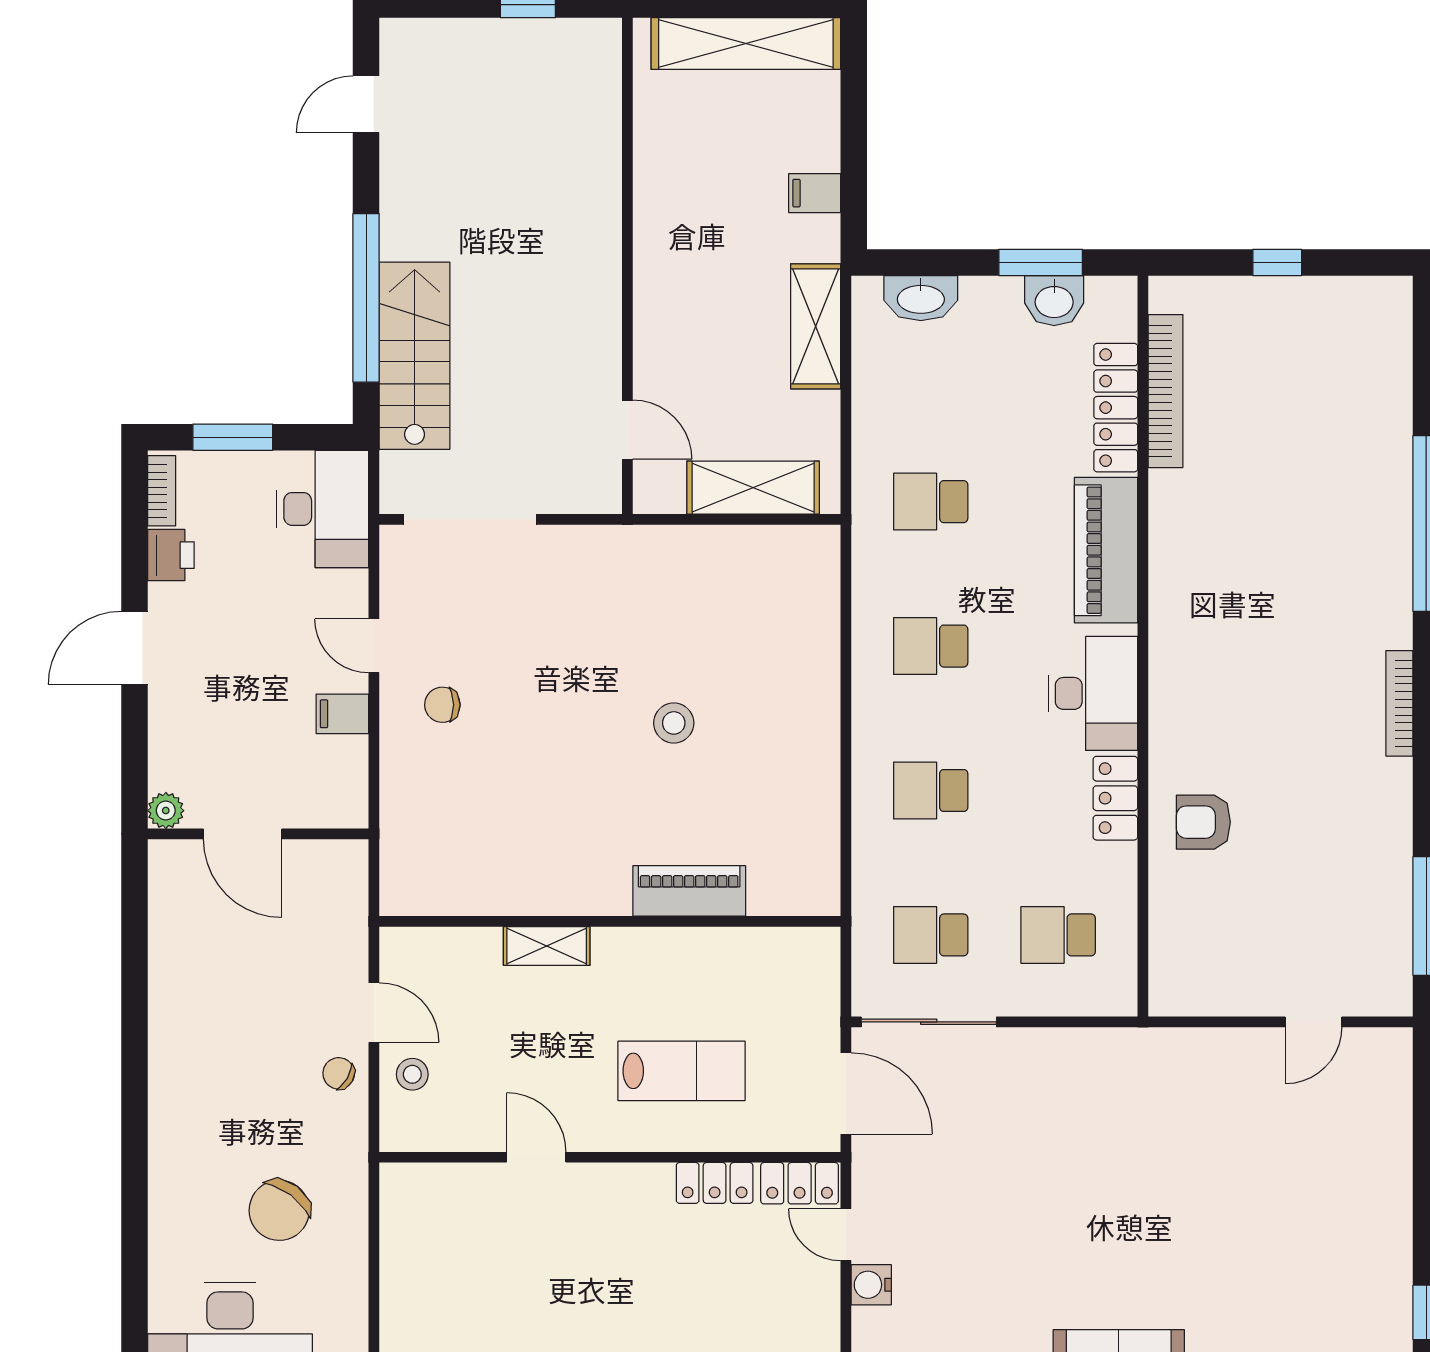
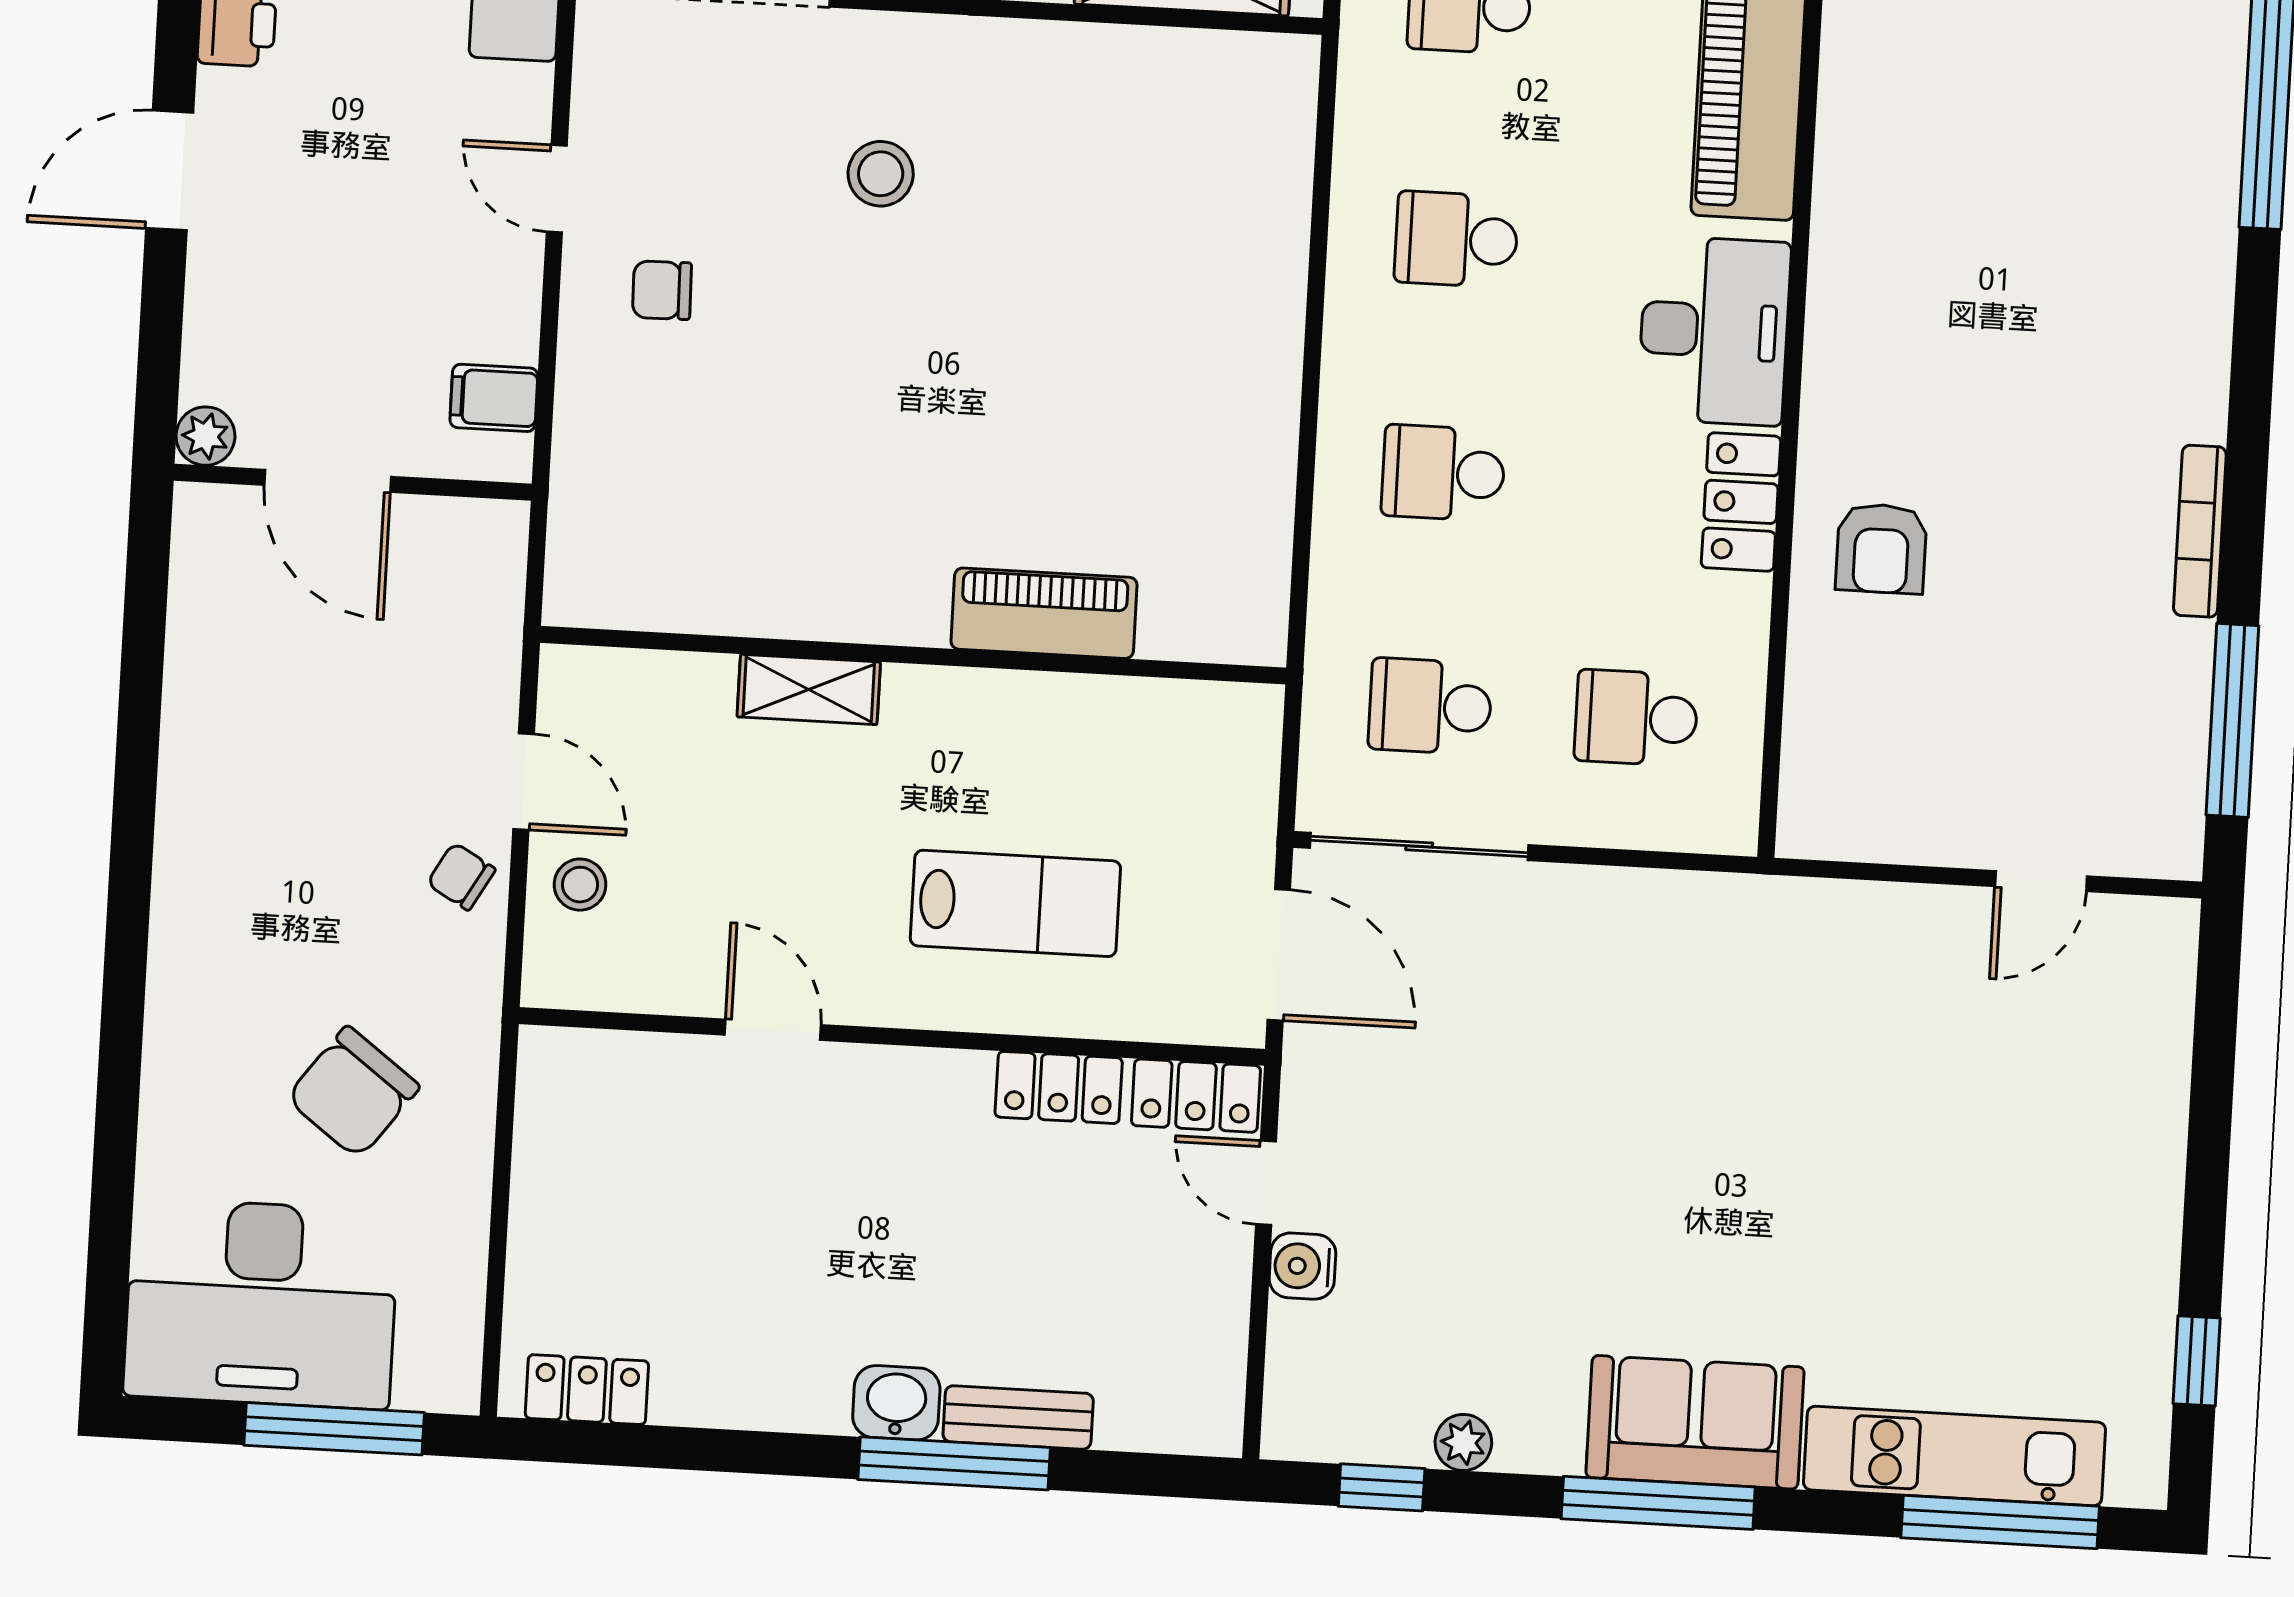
bookcase: (1399, 703) -> (2200, 531), moved
filing cabinet: (342, 714) -> (494, 398), moved
stool: (674, 723) -> (881, 174), moved
armchair: (1203, 822) -> (1881, 549), turned -90

